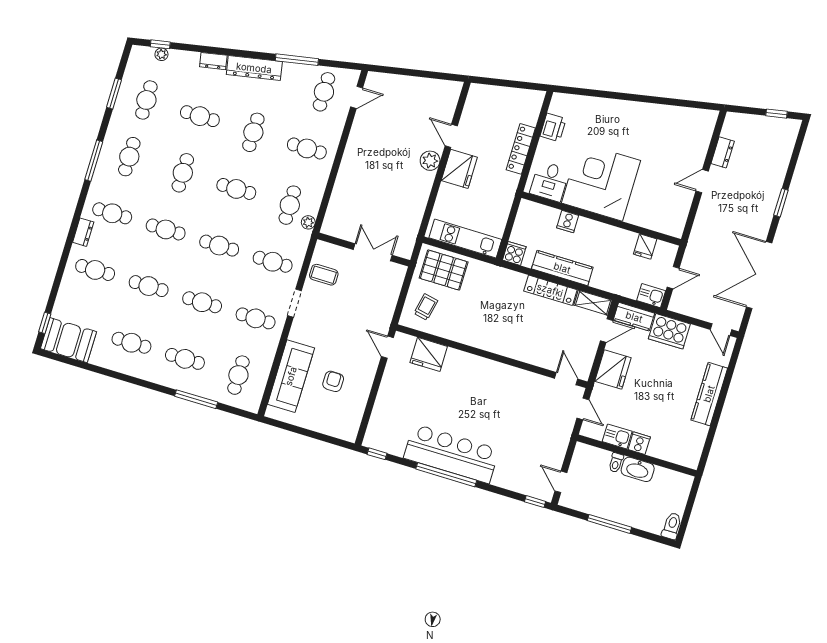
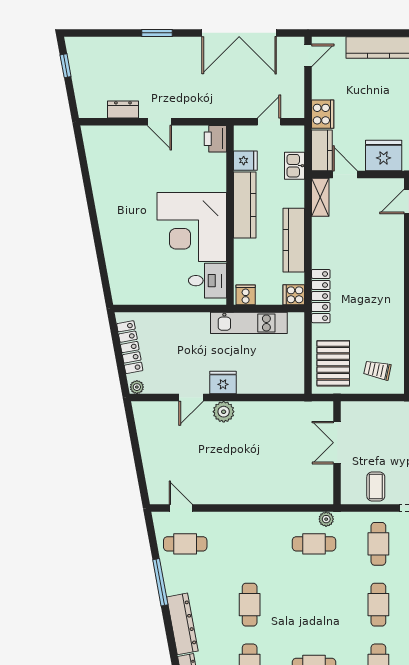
plant: (475, 91) -> (137, 387), added
printer: (553, 127) -> (215, 139), moved, turned -90
cafe table: (253, 132) -> (250, 605), turned 90
cafe table: (307, 148) -> (250, 544), removed
locker: (521, 149) -> (130, 347), moved, turned -100
fridge: (459, 169) -> (223, 382), width x0.73, depth x0.75
cafe table: (236, 189) -> (314, 605), removed
cooker: (568, 222) -> (246, 295), moved, turned -90
kitchen counter: (606, 234) -> (245, 205), added
kitchen unit: (465, 239) -> (249, 323), moved, turned -90
door: (673, 278) -> (269, 122), hinge flipped
locker: (550, 290) -> (321, 296), moved
kitchen sink: (651, 296) -> (295, 166), moved
cooker: (669, 331) -> (323, 114), width x0.73, depth x0.76

